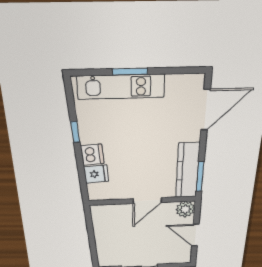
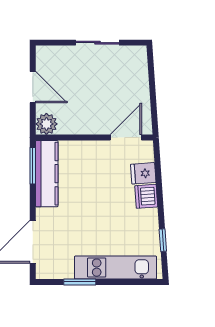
window: (130, 72) -> (80, 282), moved
window: (75, 132) -> (163, 240), moved
door: (147, 201) -> (126, 138), moved

